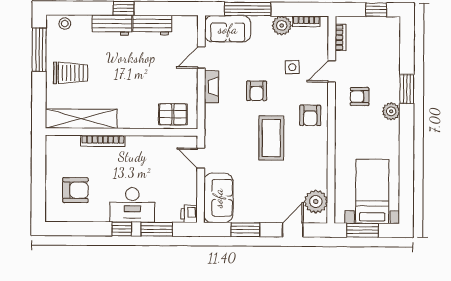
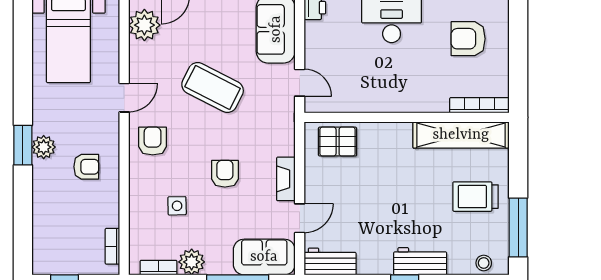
workbench: (152, 25) -> (330, 262), moved
door: (332, 71) -> (124, 98), moved
window: (407, 89) -> (23, 145), moved
coffee table: (271, 138) -> (213, 88), moved, turned -63
bookcase: (103, 141) -> (479, 105), moved

